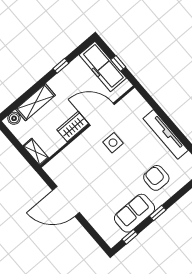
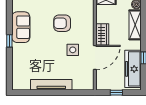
freezer: (103, 66) -> (133, 69), moved, turned -90
armchair: (156, 178) -> (62, 23), moved, turned 180
window: (130, 237) -> (9, 13), removed

